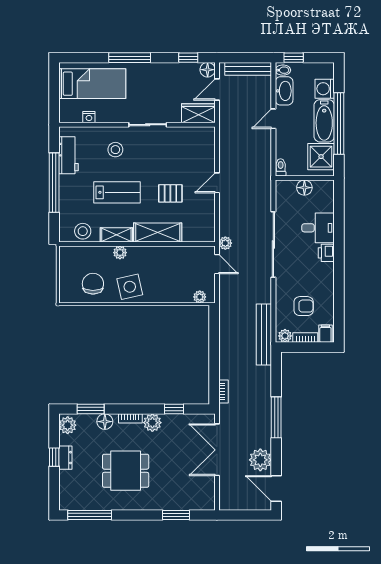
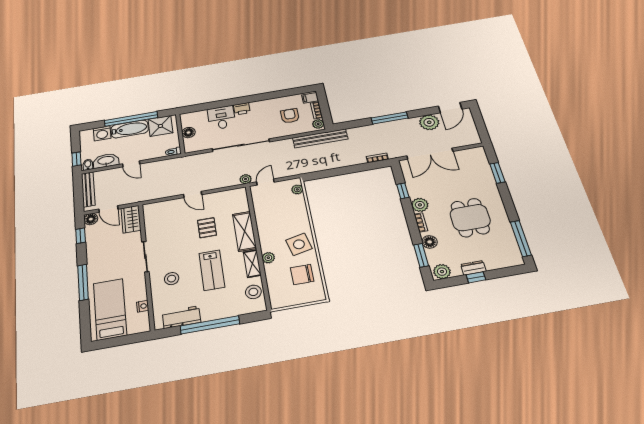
lab bench: (117, 192) -> (212, 270), turned 180

